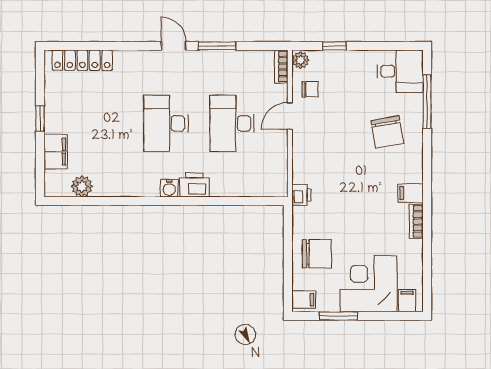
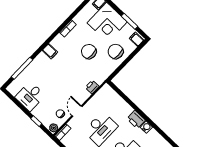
desk: (400, 71) -> (30, 96), moved, turned -90
door: (290, 116) -> (77, 111), swing flipped
chair: (387, 132) -> (89, 52), moved, turned -80
filing cabinet: (410, 193) -> (50, 51), moved
printer: (302, 195) -> (92, 87), moved

